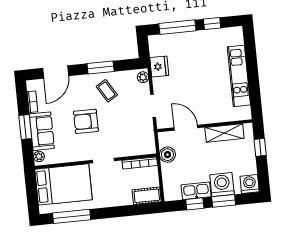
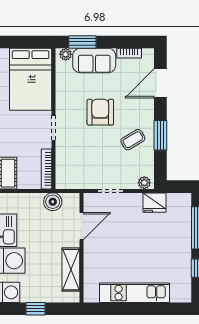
door: (56, 72) -> (160, 83), hinge flipped
window: (25, 127) -> (82, 42), moved
window: (260, 147) -> (36, 309), moved

